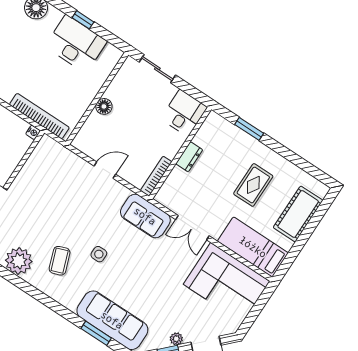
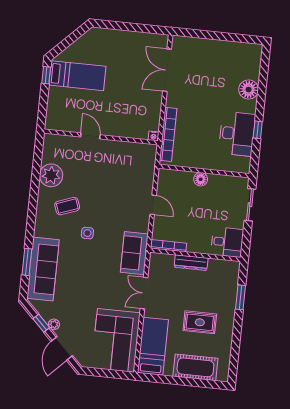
dresser: (189, 157) -> (191, 263), width x1.44

